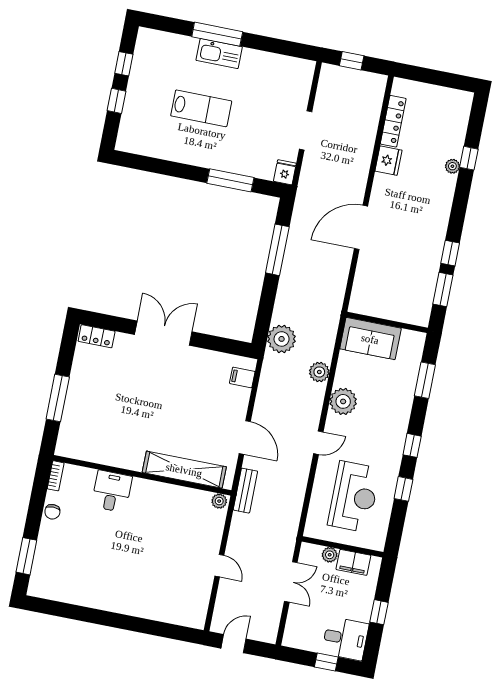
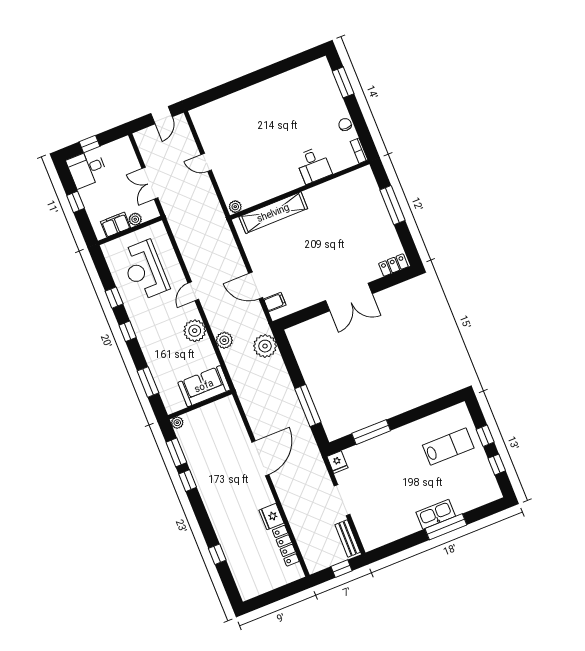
lab bench: (201, 108) -> (448, 447), moved, turned 180
plant: (452, 166) -> (177, 423), moved
door: (245, 437) -> (256, 285), moved
bench: (245, 491) -> (348, 538), moved

